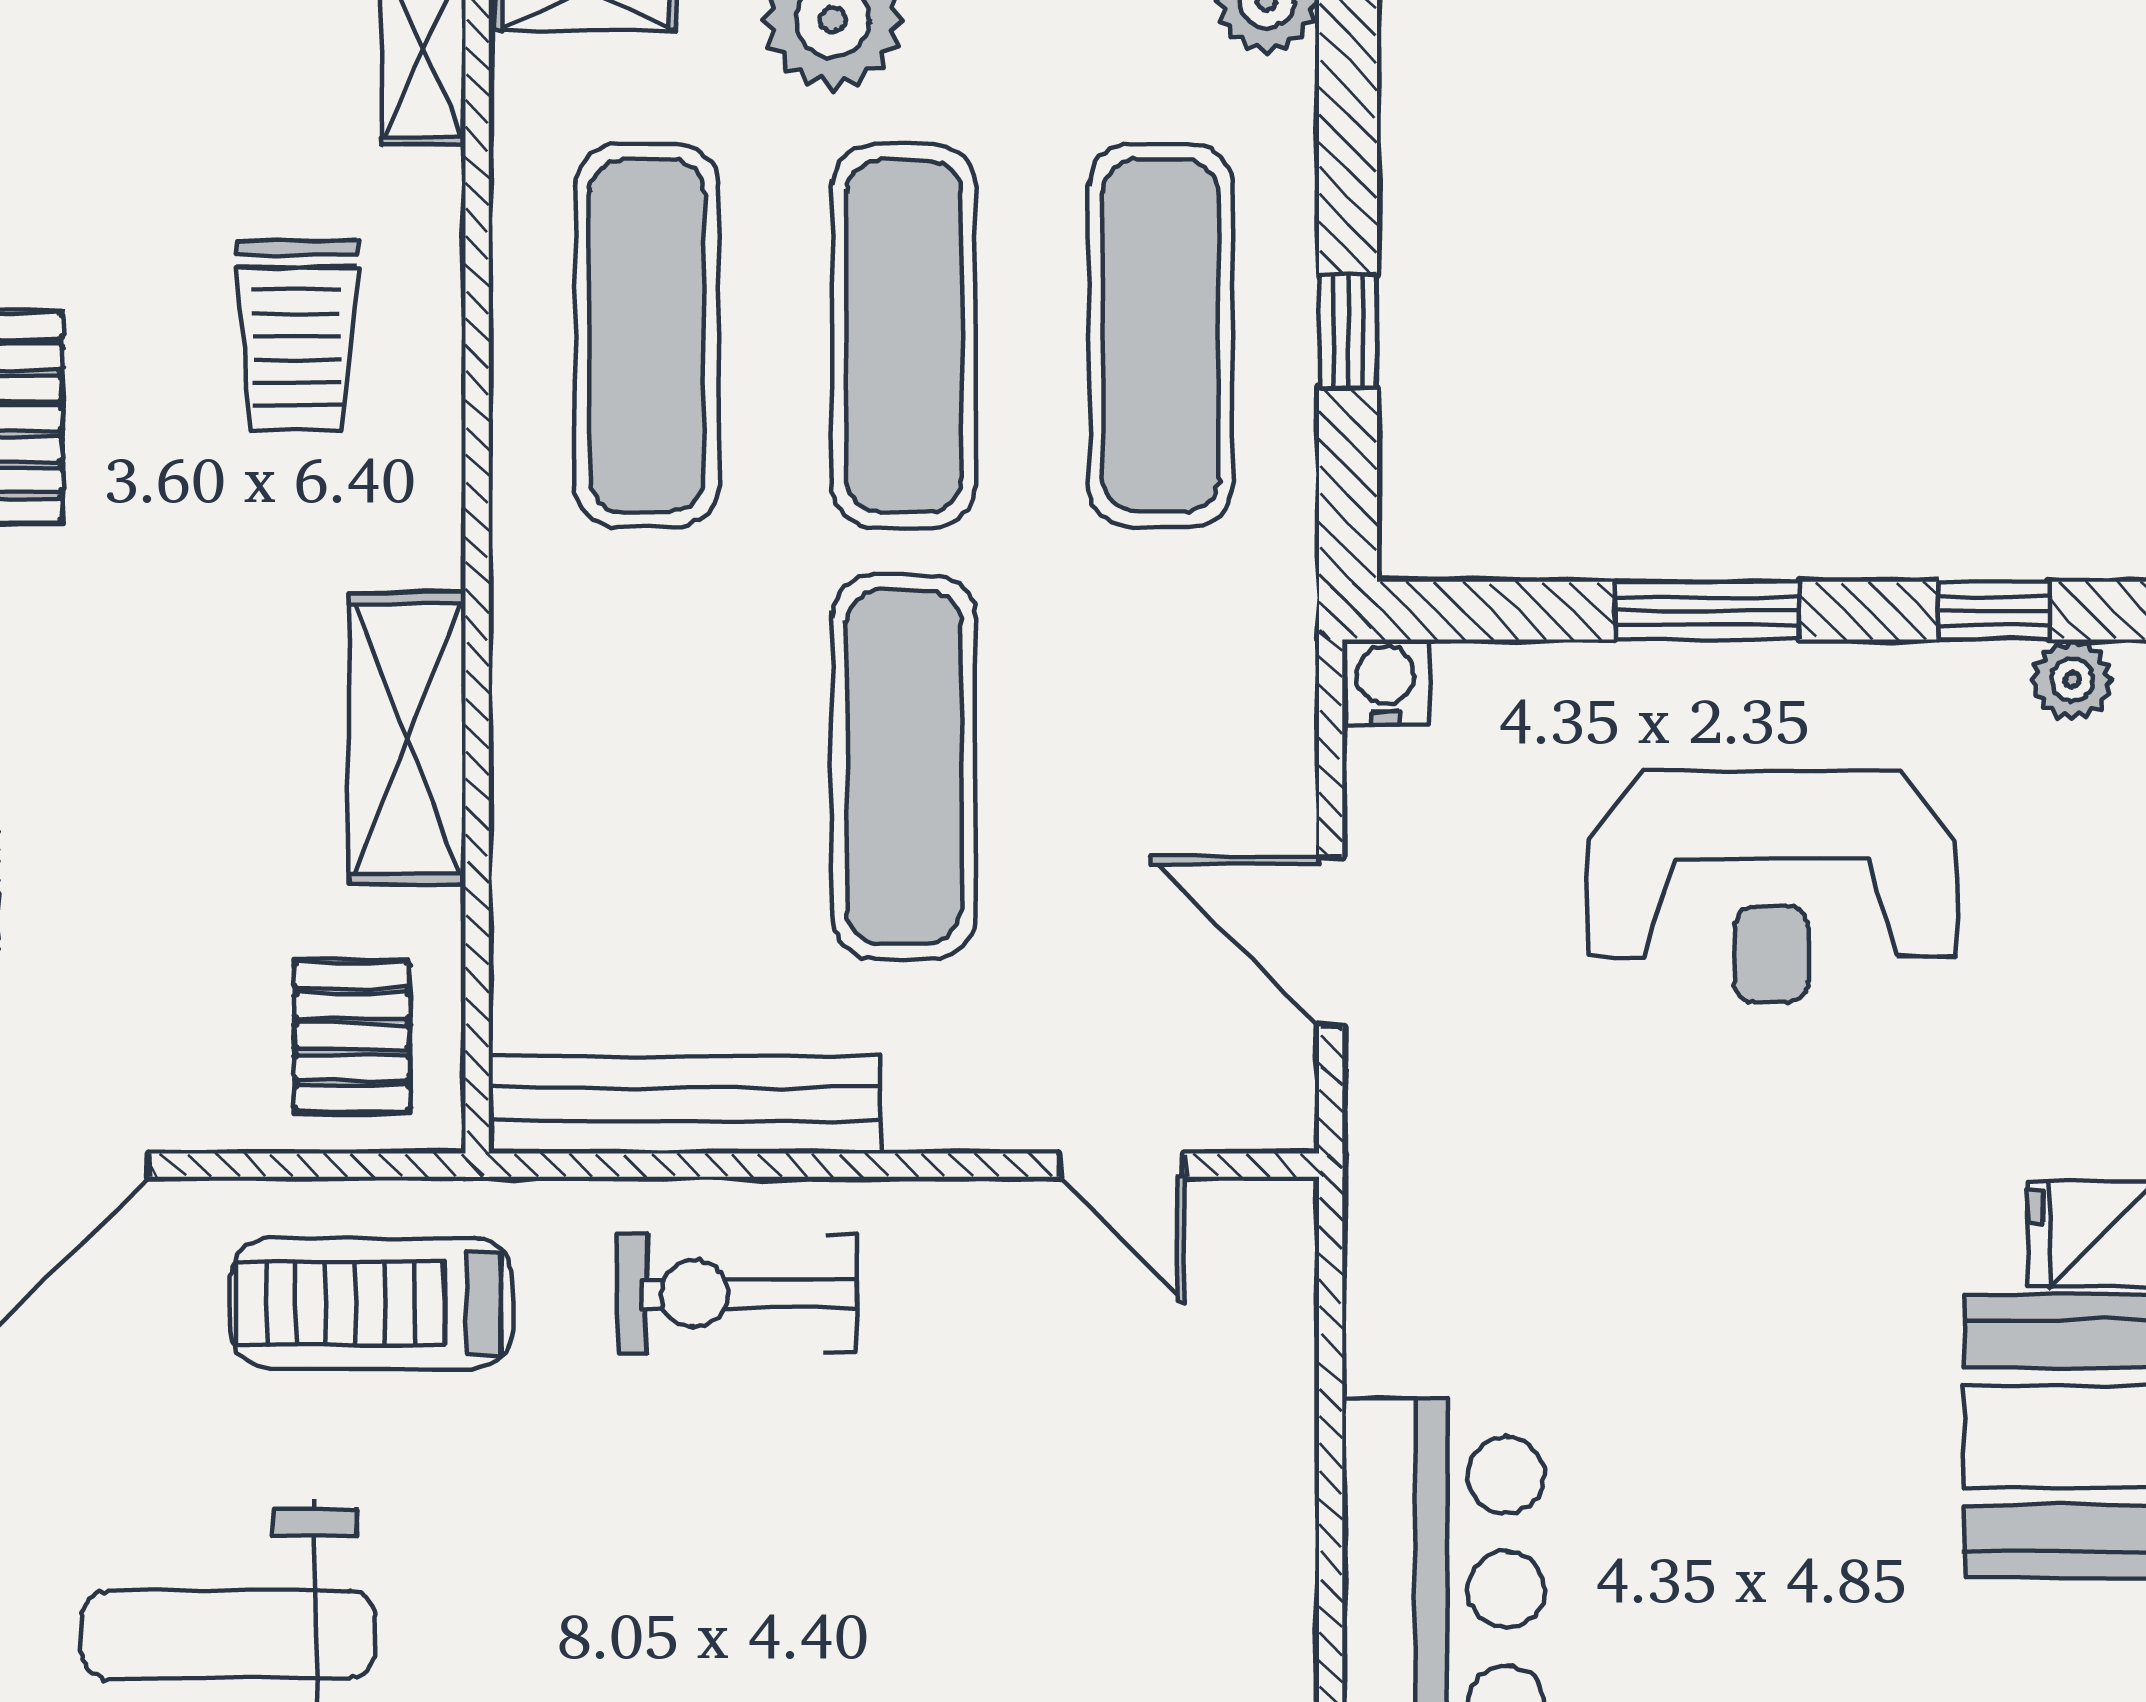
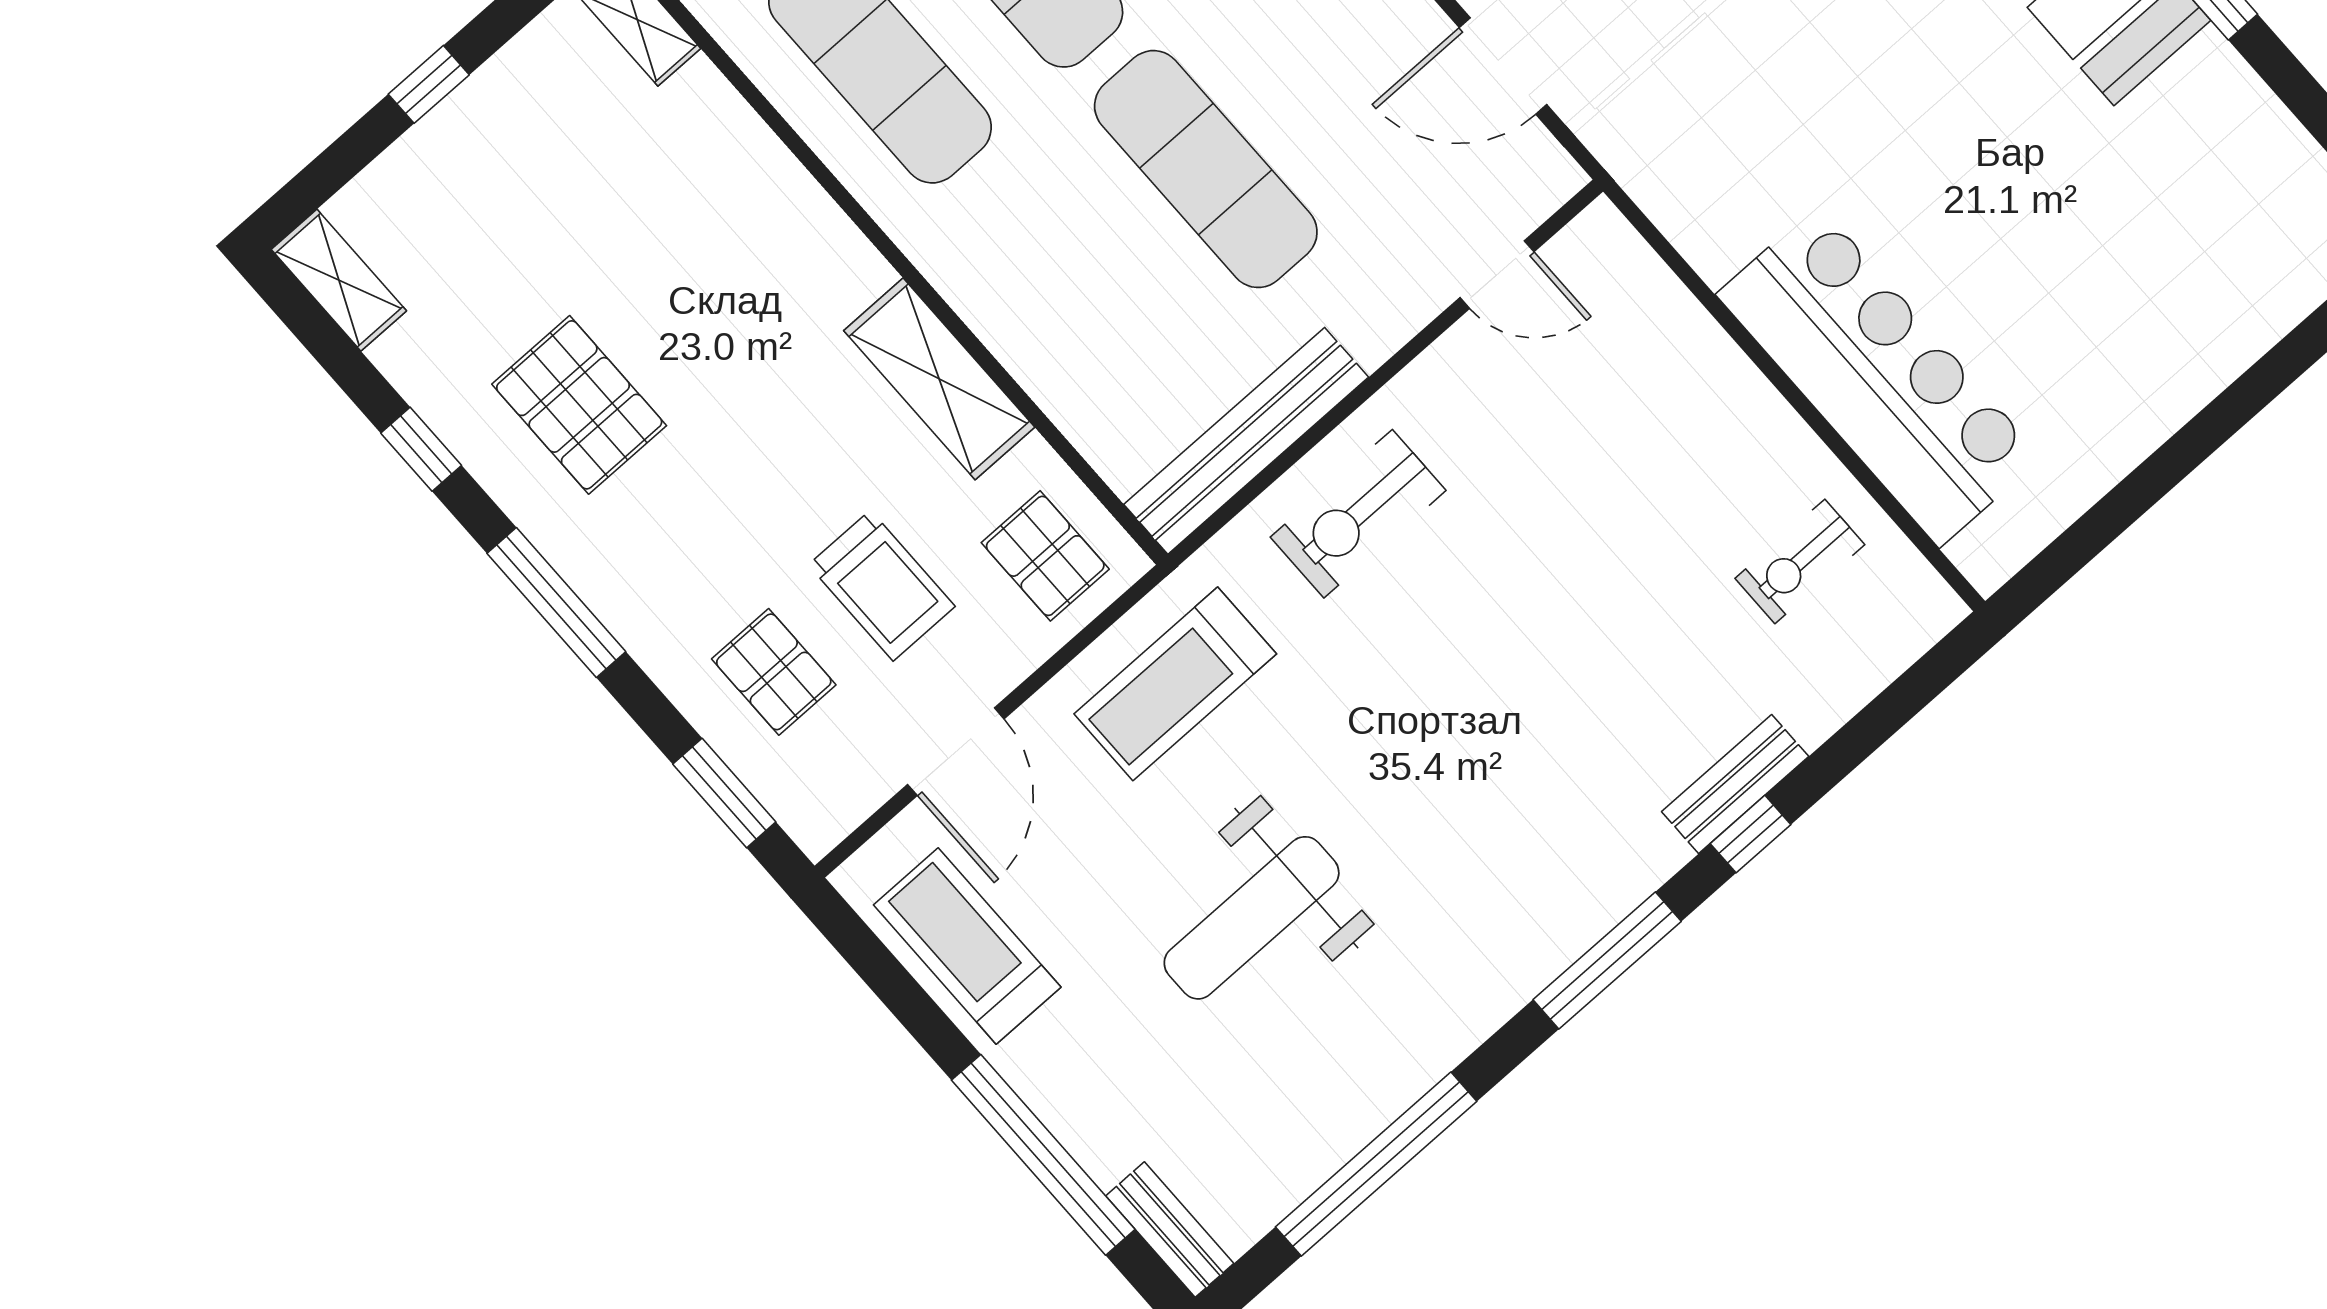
trolley: (297, 335) -> (882, 586), moved

